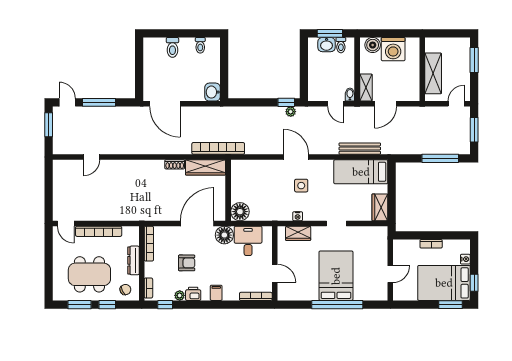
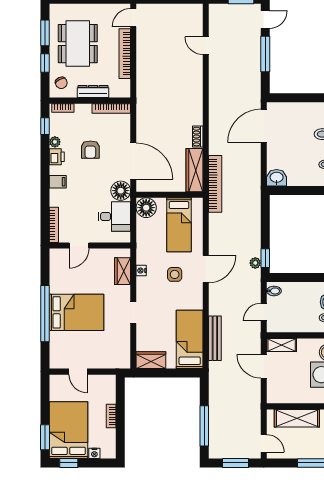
bidet: (350, 95) -> (274, 291), moved
bed: (256, 182) -> (179, 225), added

